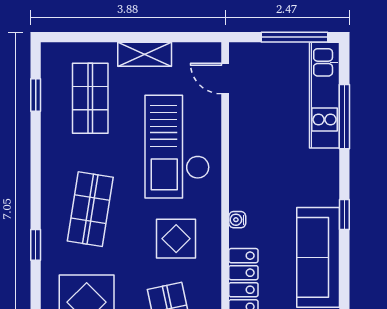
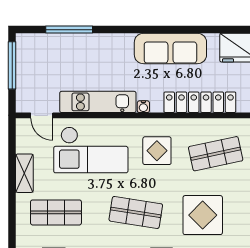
door: (225, 79) -> (42, 115), hinge flipped
kitchen unit: (325, 95) -> (98, 102), moved, turned 180
window: (344, 214) -> (140, 30), removed

